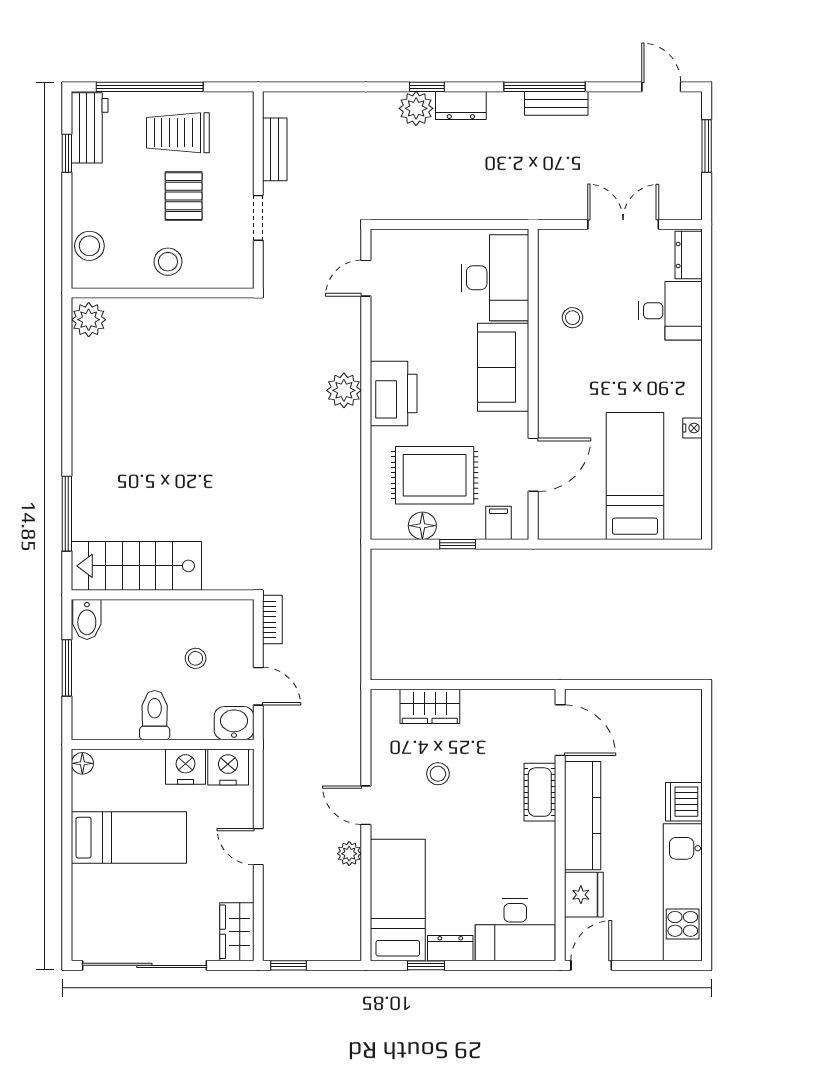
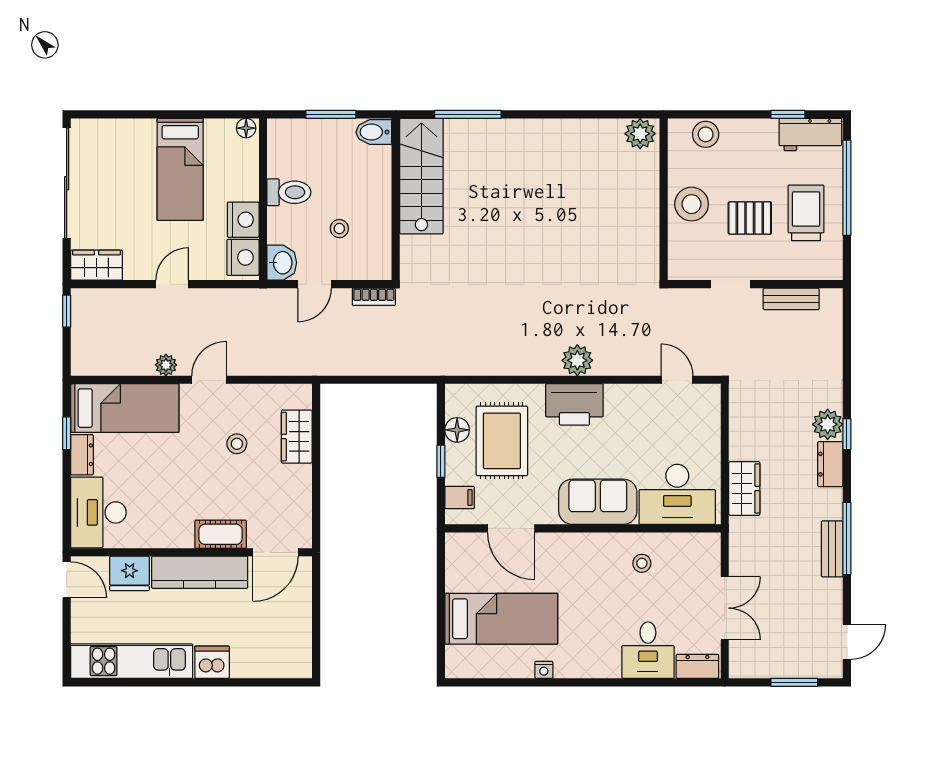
wardrobe: (488, 202) -> (744, 488), added
stool: (168, 262) -> (692, 204), width x1.38, depth x1.38

